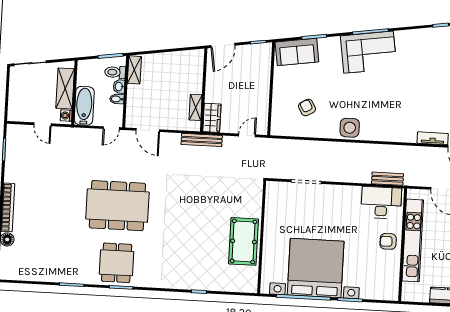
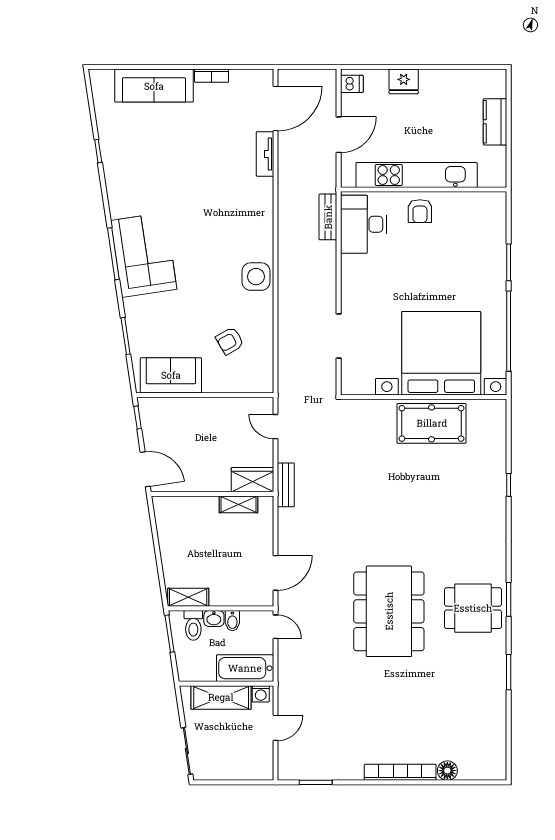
sofa: (297, 52) -> (171, 375), moved, turned -82
bench: (202, 140) -> (286, 485), width x0.73
bed with nightstands: (316, 268) -> (441, 353), moved, turned 90

